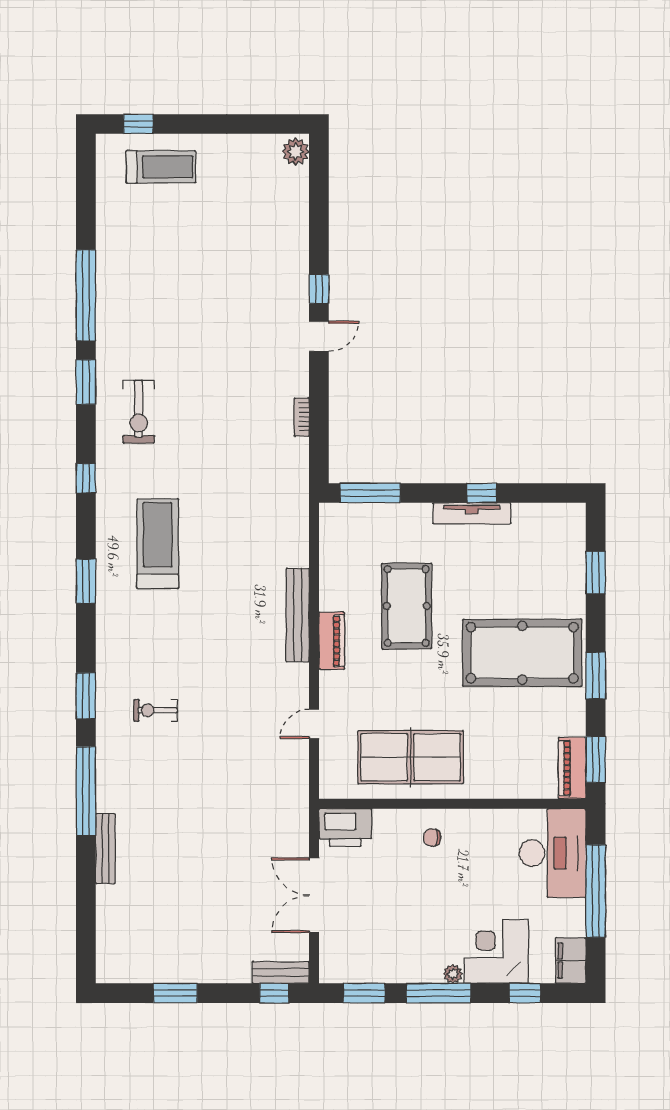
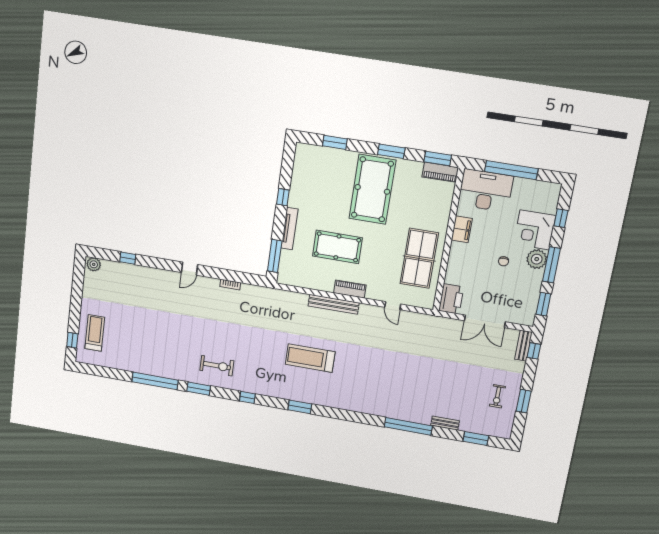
window: (319, 289) -> (128, 258), moved
door: (319, 336) -> (190, 269), swing flipped
tv unit: (472, 513) -> (290, 229), moved
treadmill: (158, 544) -> (310, 358), moved
window: (86, 696) -> (476, 438), moved
exercise bike: (156, 710) -> (497, 396), moved
chair: (432, 838) -> (504, 261), moved
bench: (105, 849) -> (445, 423), width x0.73
filing cabinet: (571, 961) -> (462, 229), moved, turned -90
plant: (453, 974) -> (537, 259), width x1.87, depth x1.87

